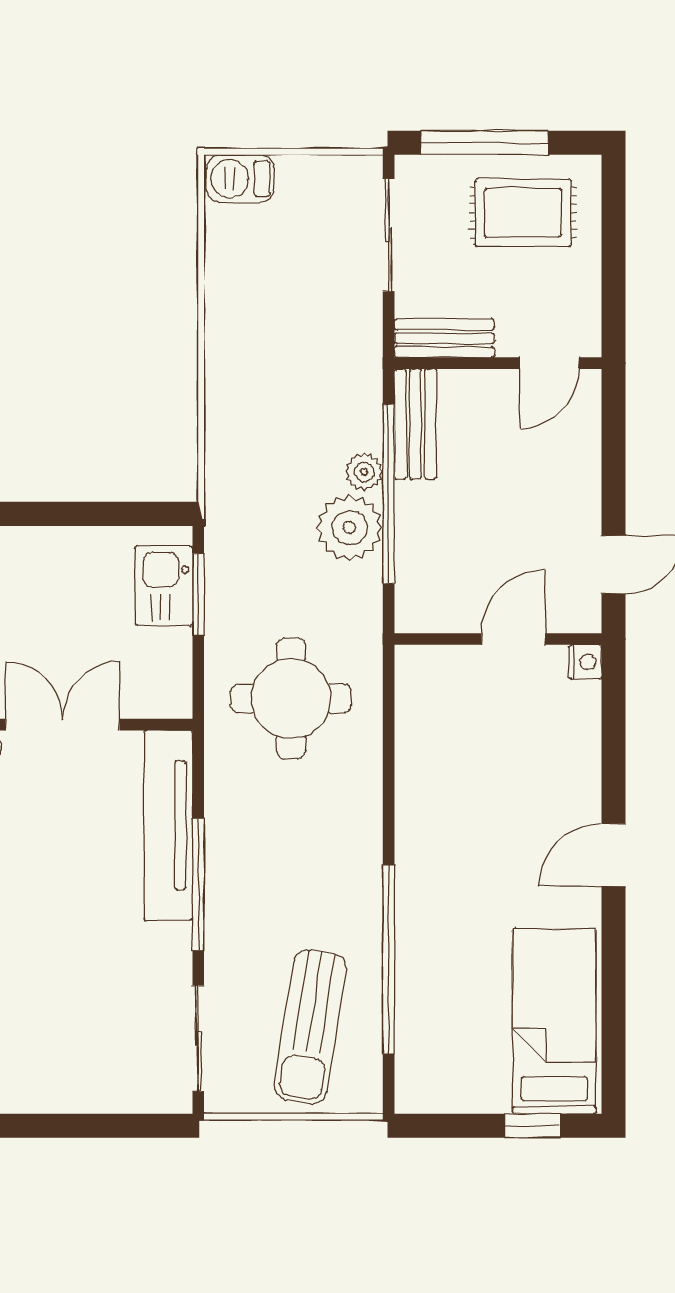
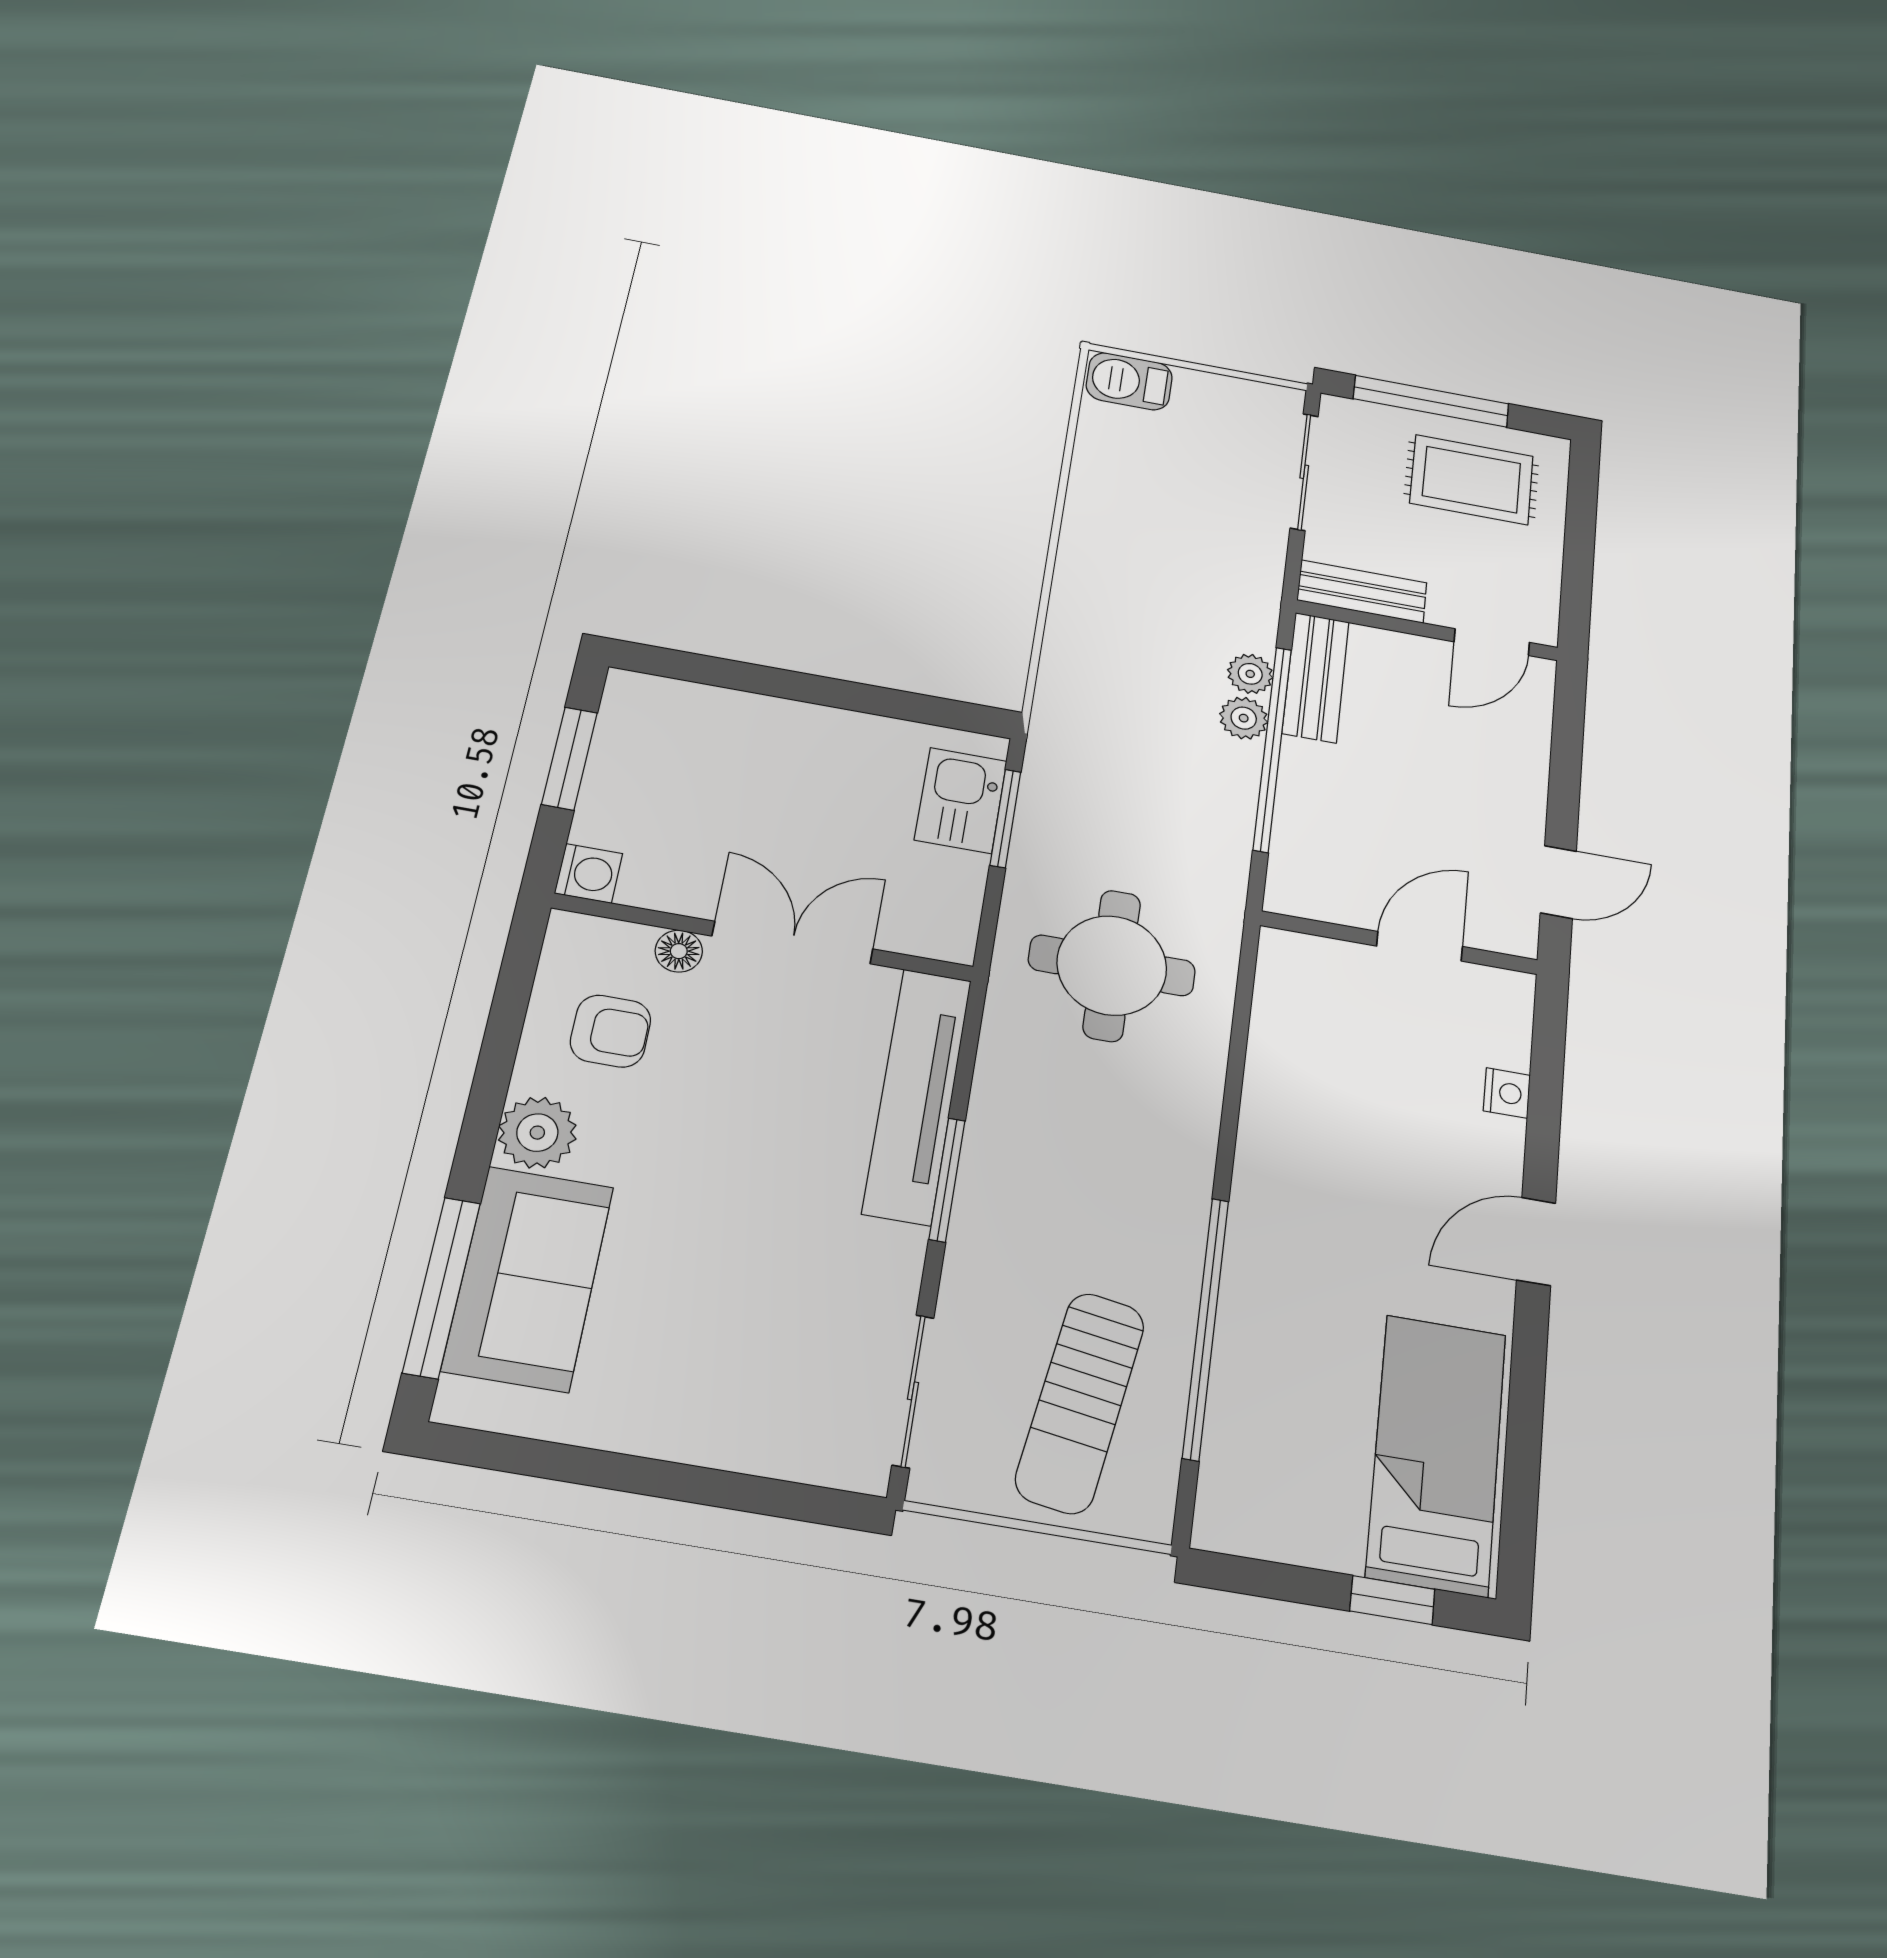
plant: (350, 528) -> (1250, 674), moved, width x0.53, depth x0.53
nightstand: (585, 662) -> (1507, 1093), moved
window: (198, 884) -> (947, 1180), width x0.69

